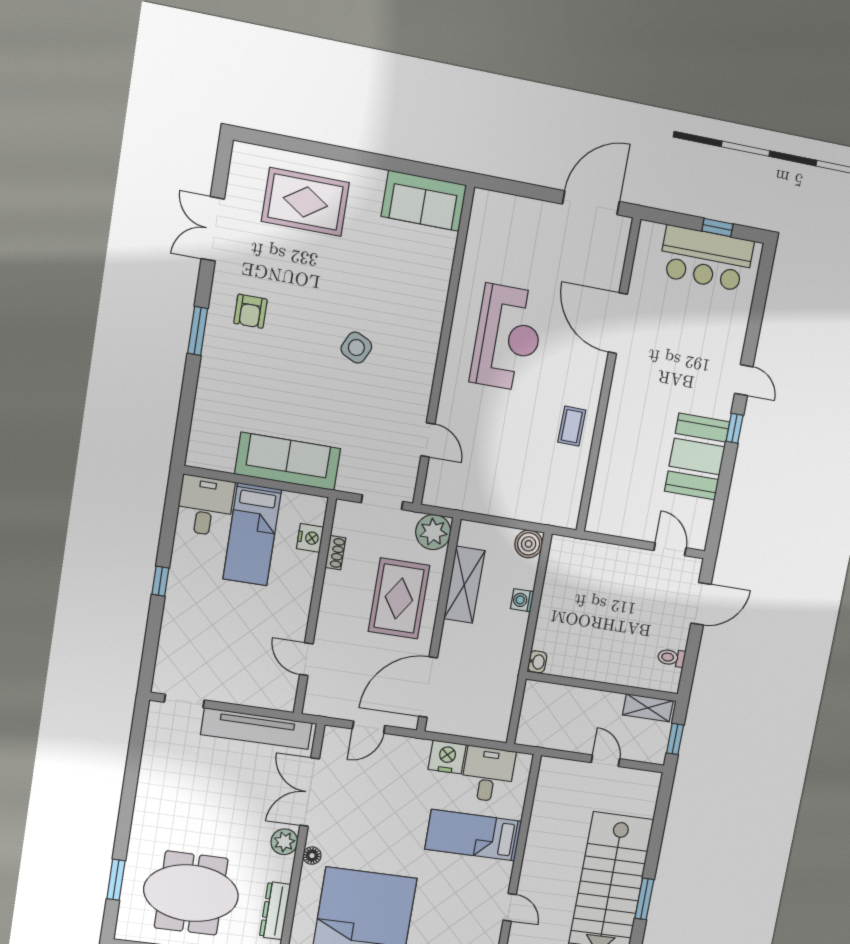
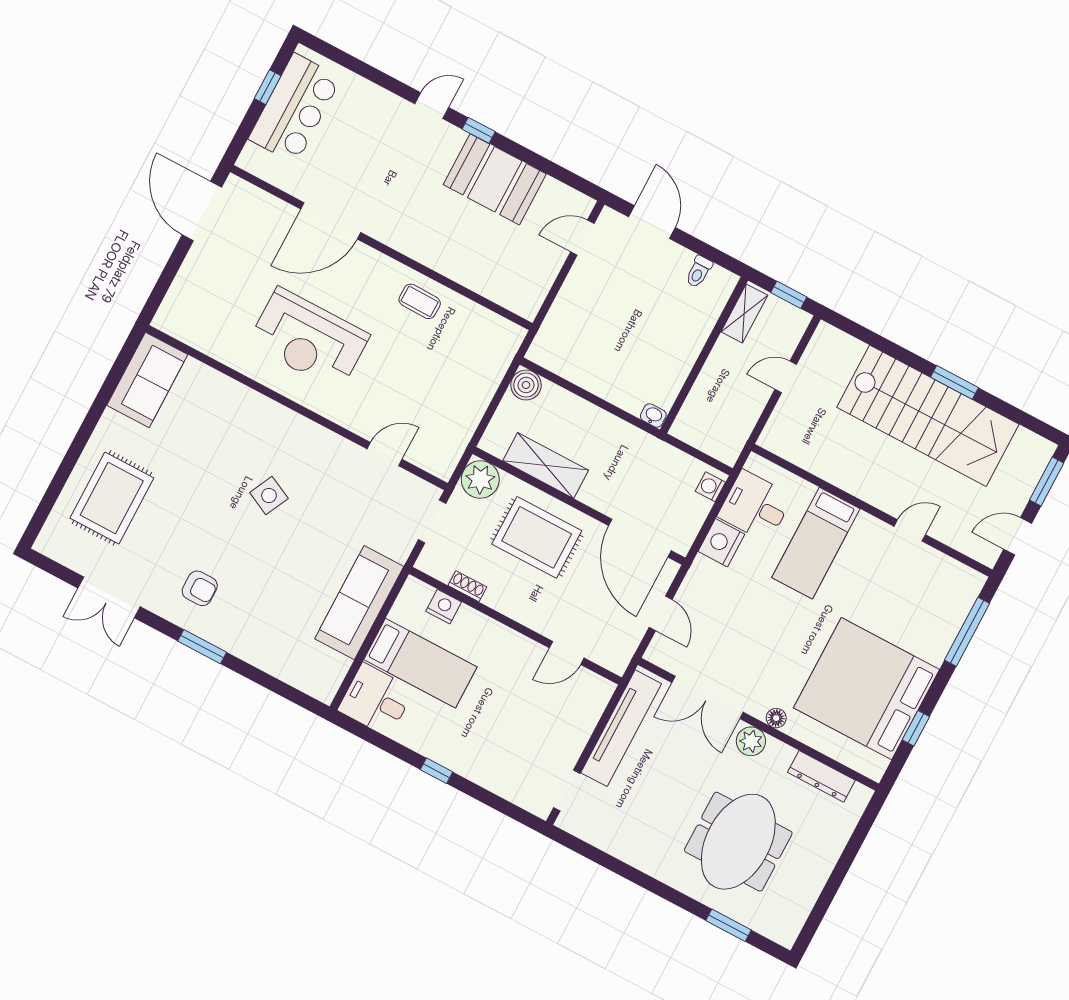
reception desk: (508, 338) -> (309, 339), turned 180
washing machine: (522, 600) -> (710, 487), moved, turned 90
meeting table: (191, 893) -> (738, 842), moved

